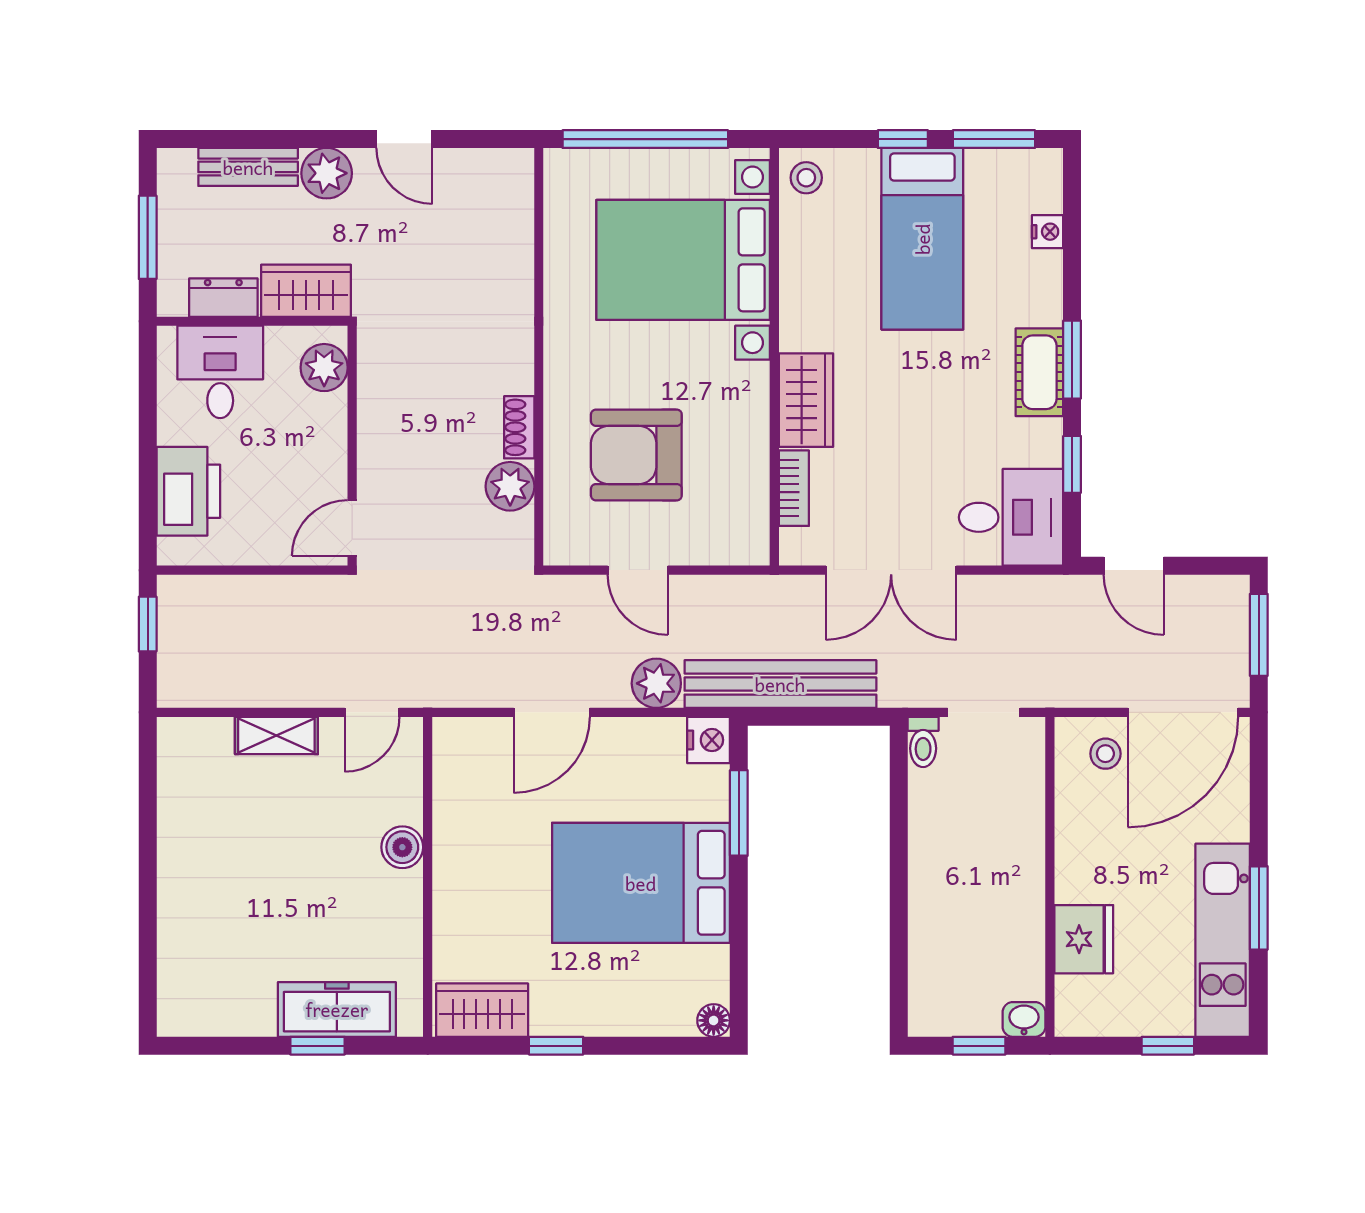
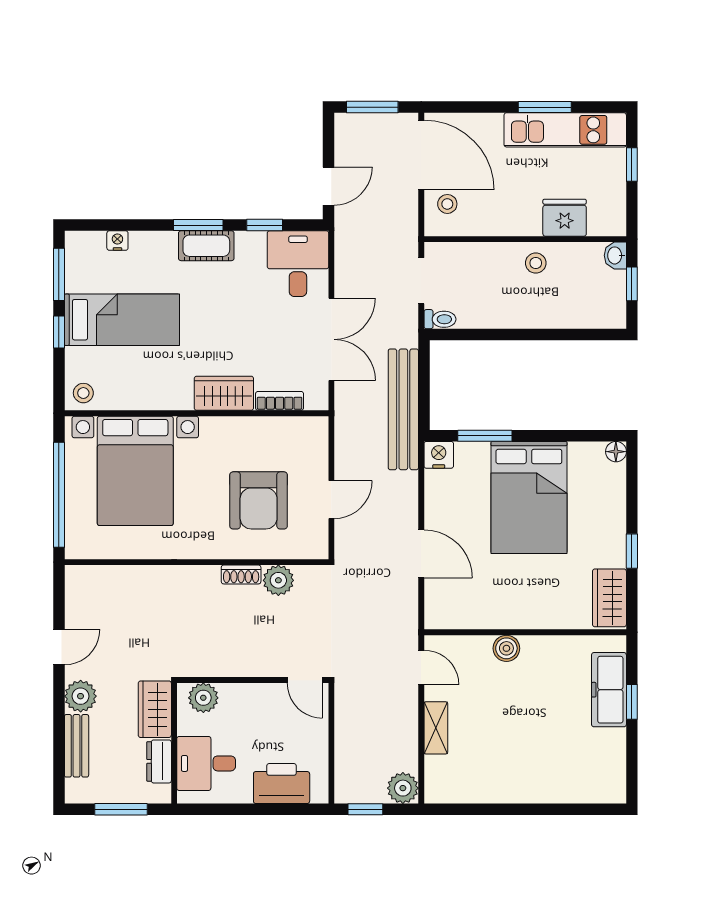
plant: (656, 683) -> (403, 788), moved
stool: (1012, 894) -> (536, 263), added

